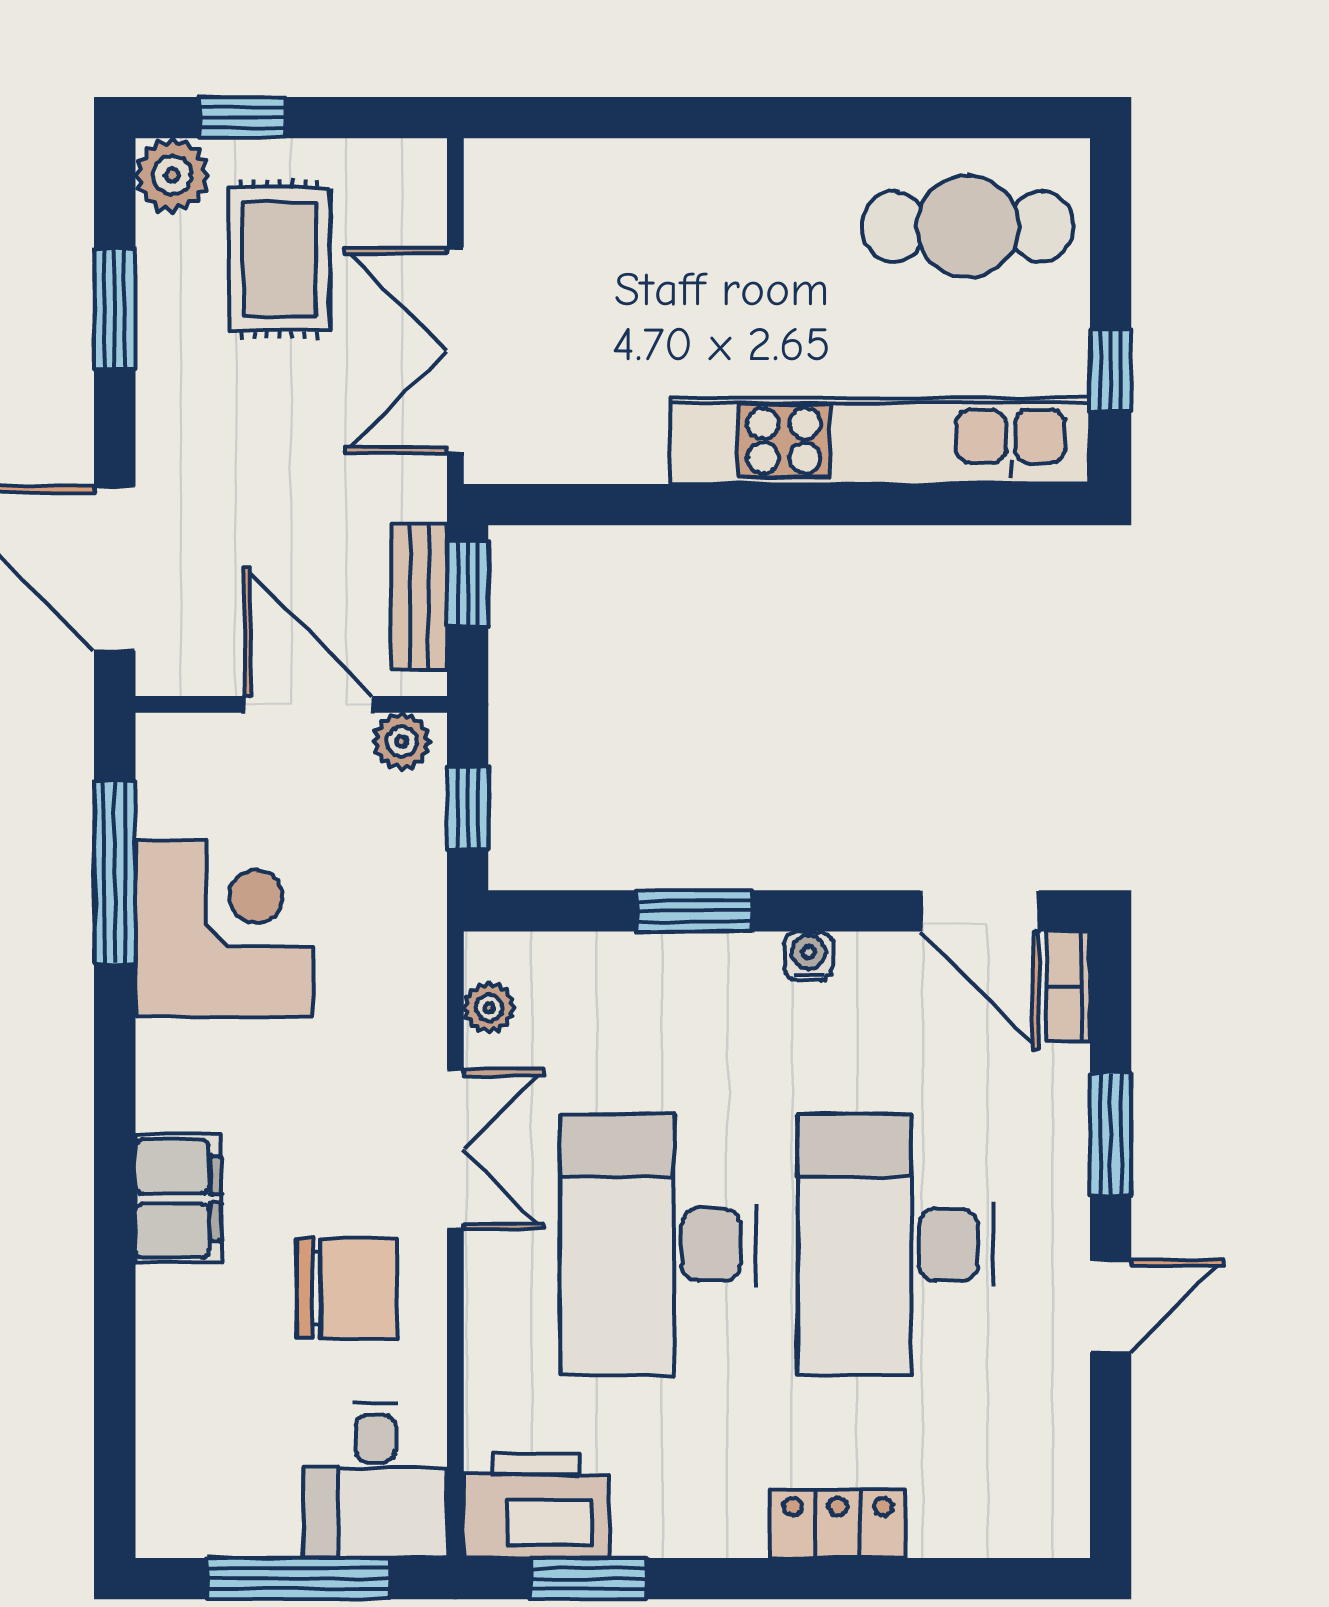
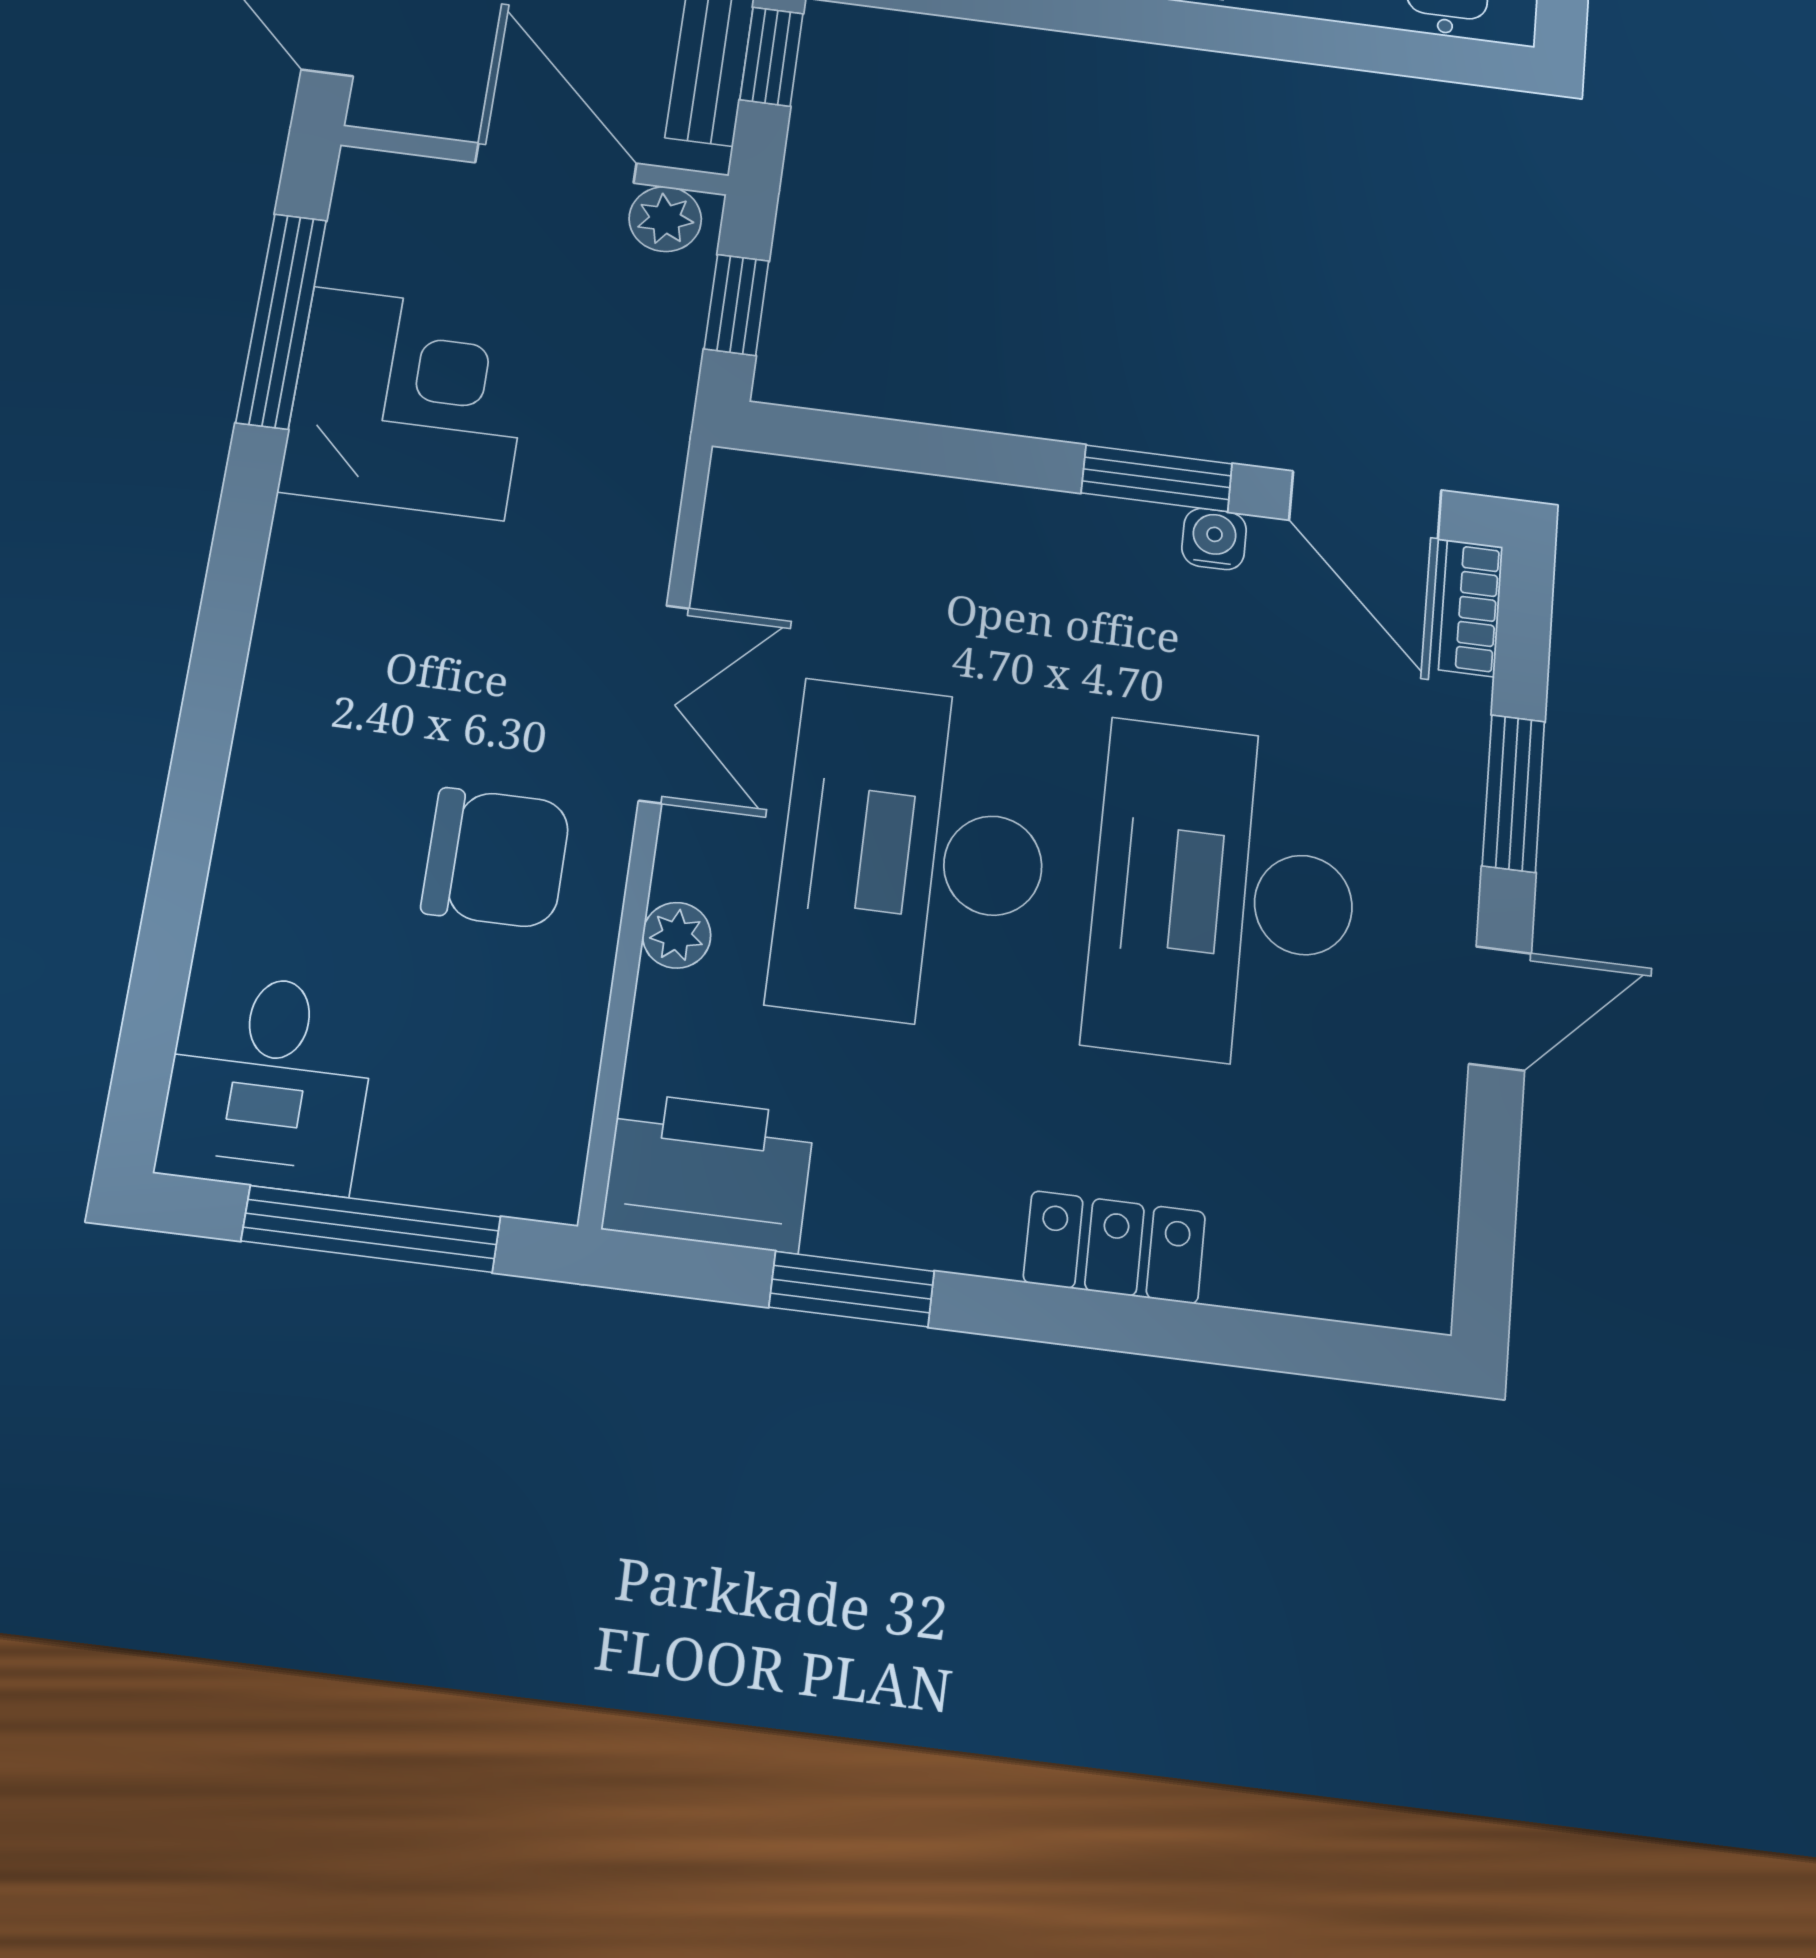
window: (694, 911) -> (1157, 478), moved
water cooler: (808, 956) -> (1214, 539), moved
plant: (489, 1008) -> (677, 935), moved
filing cabinet: (178, 1199) -> (293, 718), removed
desk: (375, 1480) -> (269, 1082), moved
window: (589, 1579) -> (852, 1289), moved

